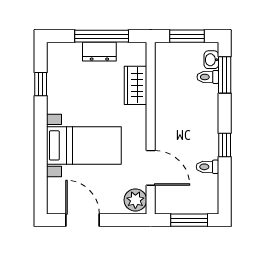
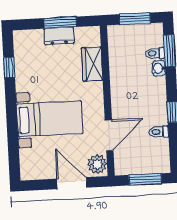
window: (102, 36) -> (60, 23), width x0.69
washbasin: (211, 60) -> (159, 68), moved
door: (151, 168) -> (109, 135), hinge flipped
door: (83, 220) -> (72, 183), moved

